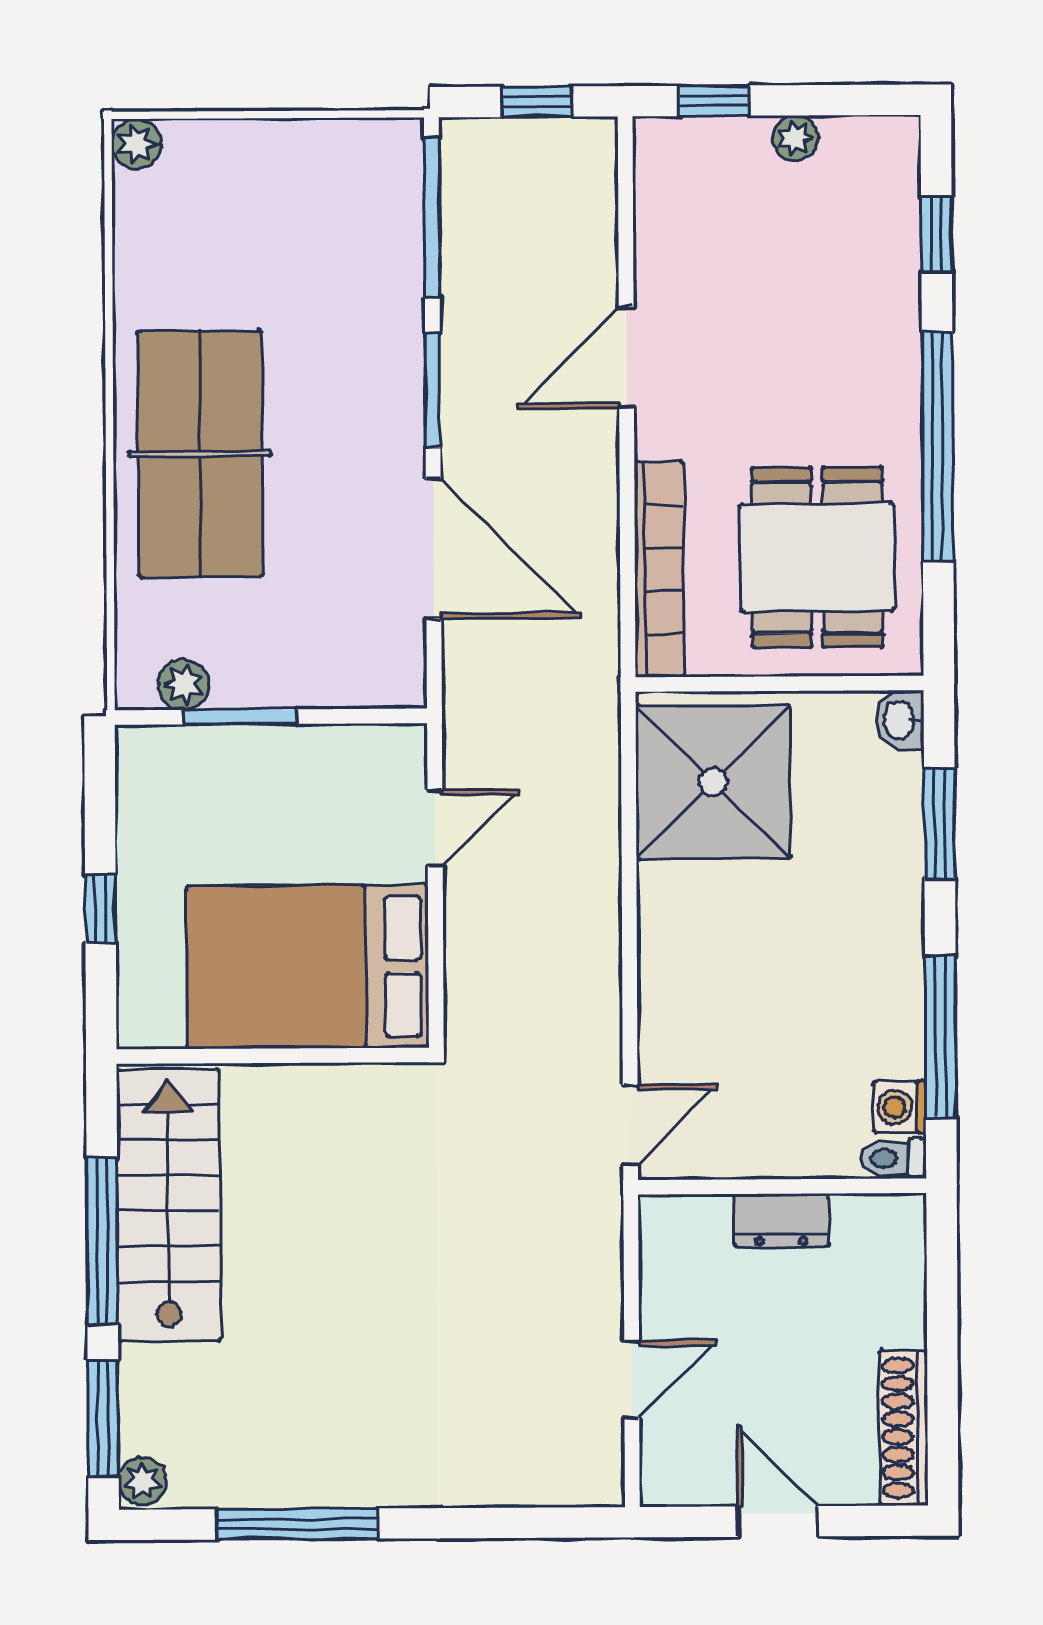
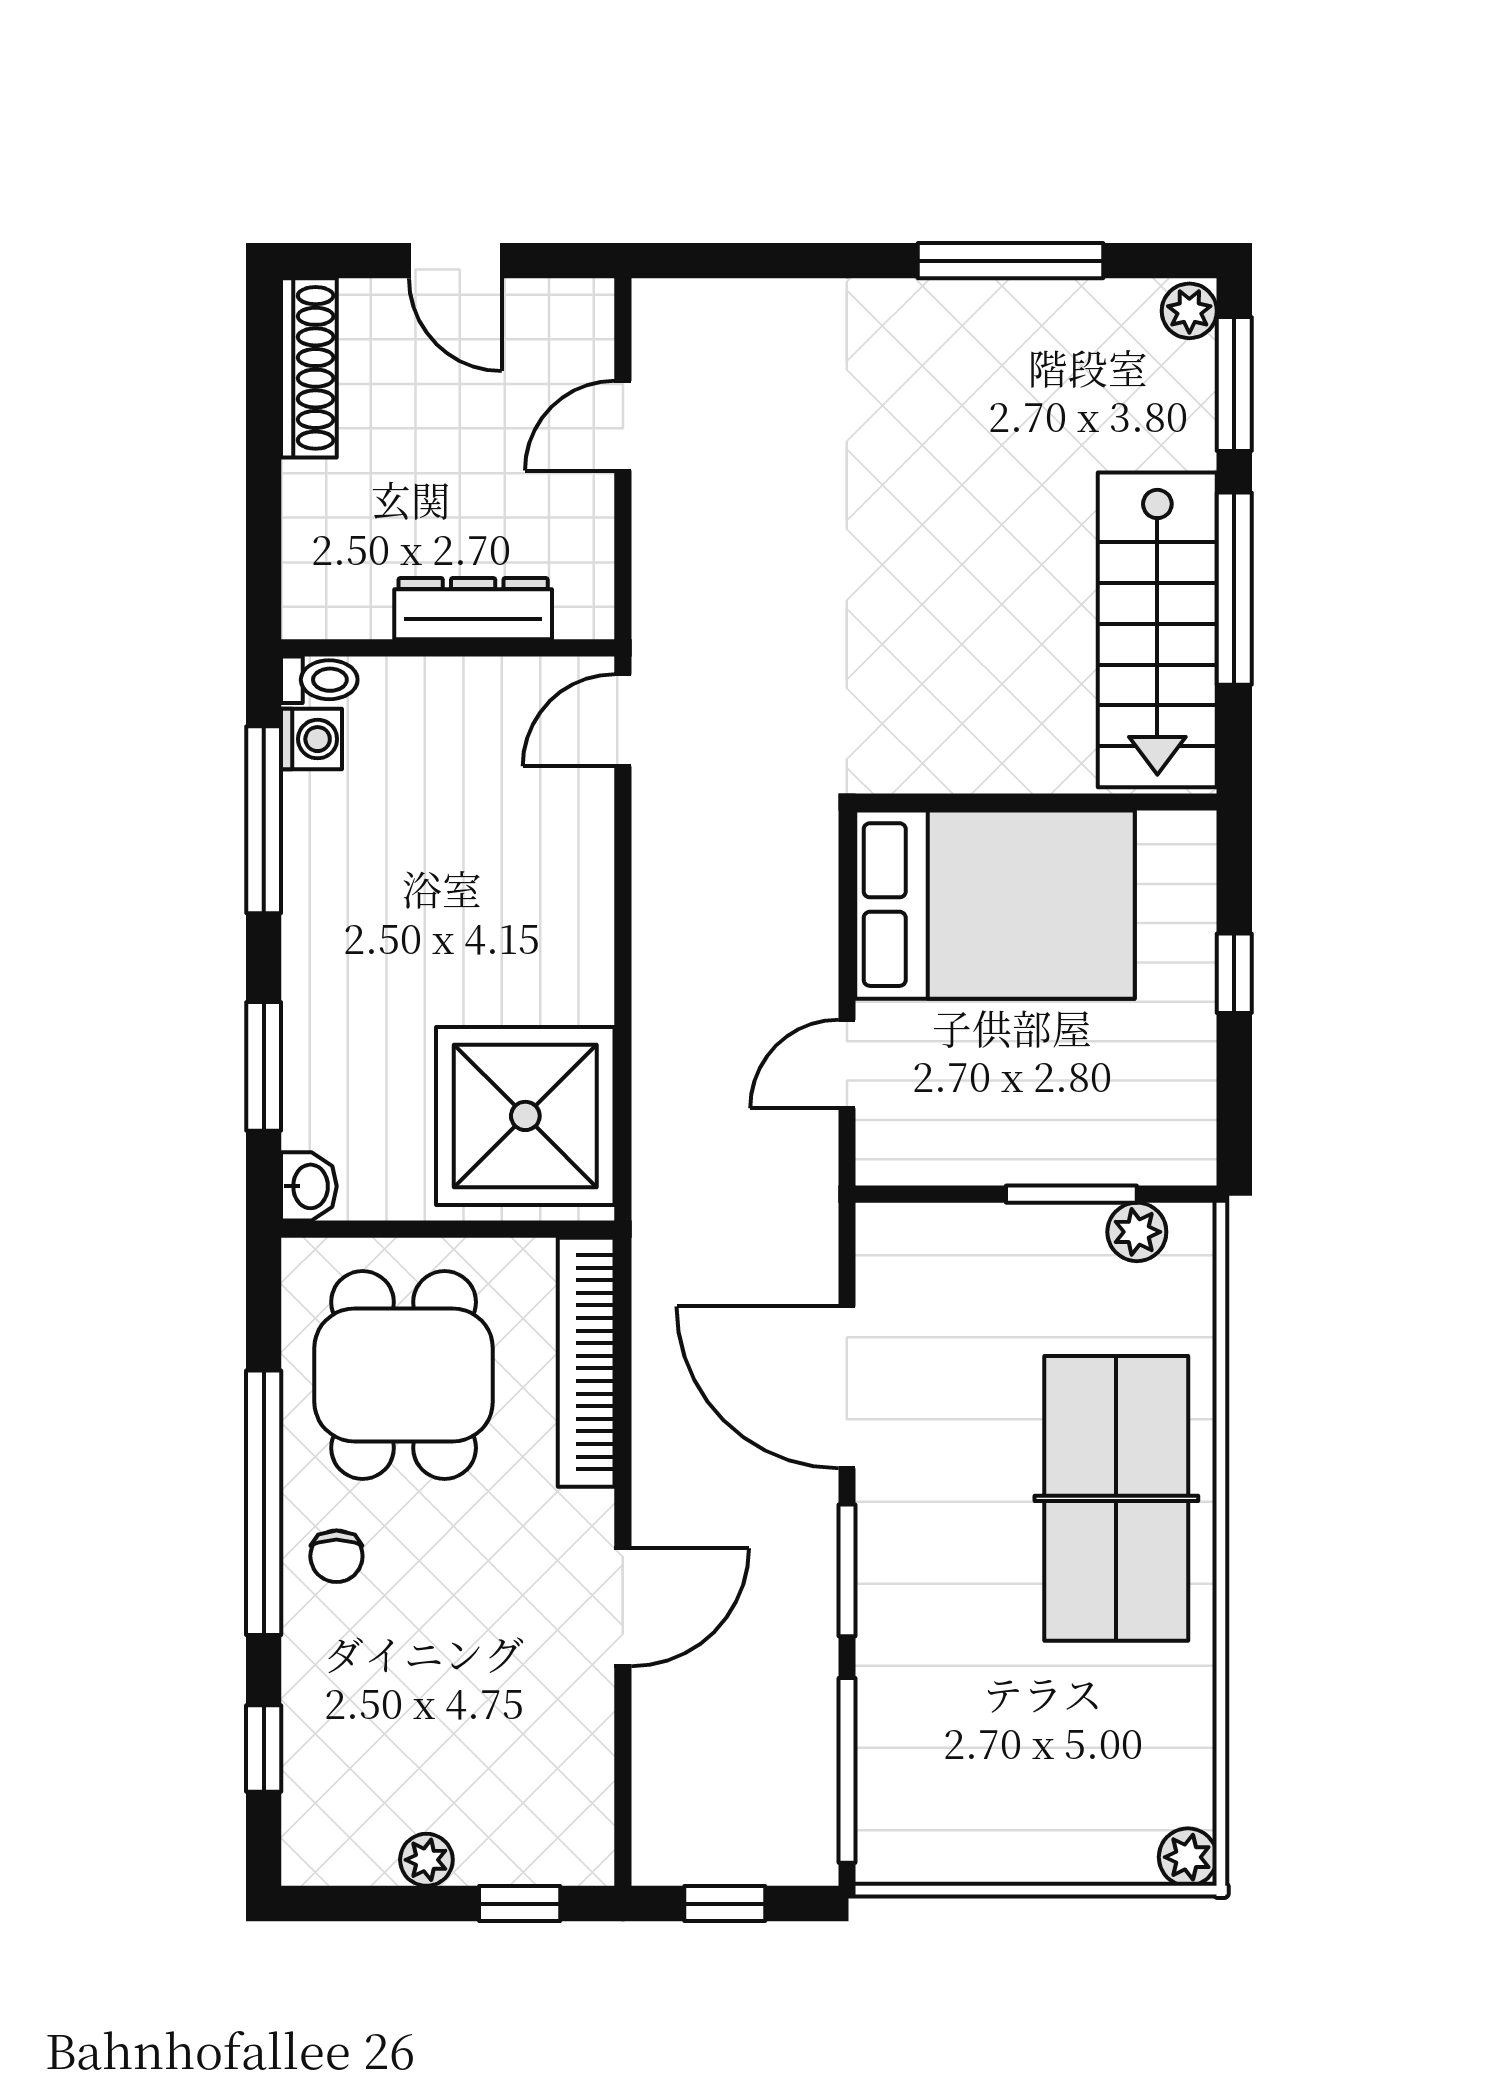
chair: (874, 400) -> (336, 1556), added
dresser: (781, 1220) -> (473, 609), width x1.44

